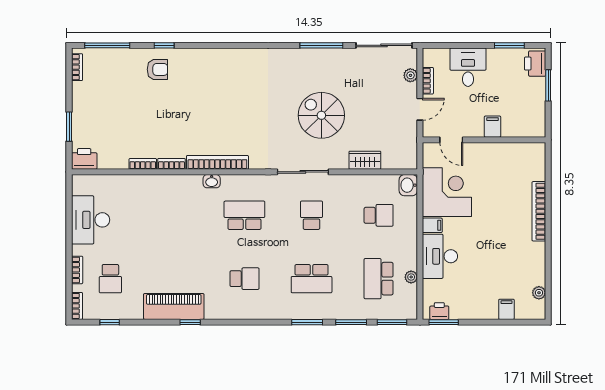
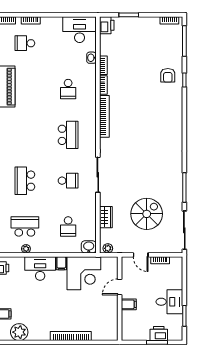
printer: (535, 64) -> (159, 333), moved
desk: (468, 67) -> (169, 302), moved
plant: (410, 75) -> (108, 248), moved
spiral stairs: (321, 115) -> (147, 214), moved
door: (451, 140) -> (120, 287), moved
washbasin: (212, 181) -> (91, 58), moved
desk: (91, 220) -> (80, 30), moved
school desk: (244, 279) -> (68, 89), moved
plant: (539, 293) -> (19, 332), width x1.87, depth x1.87

